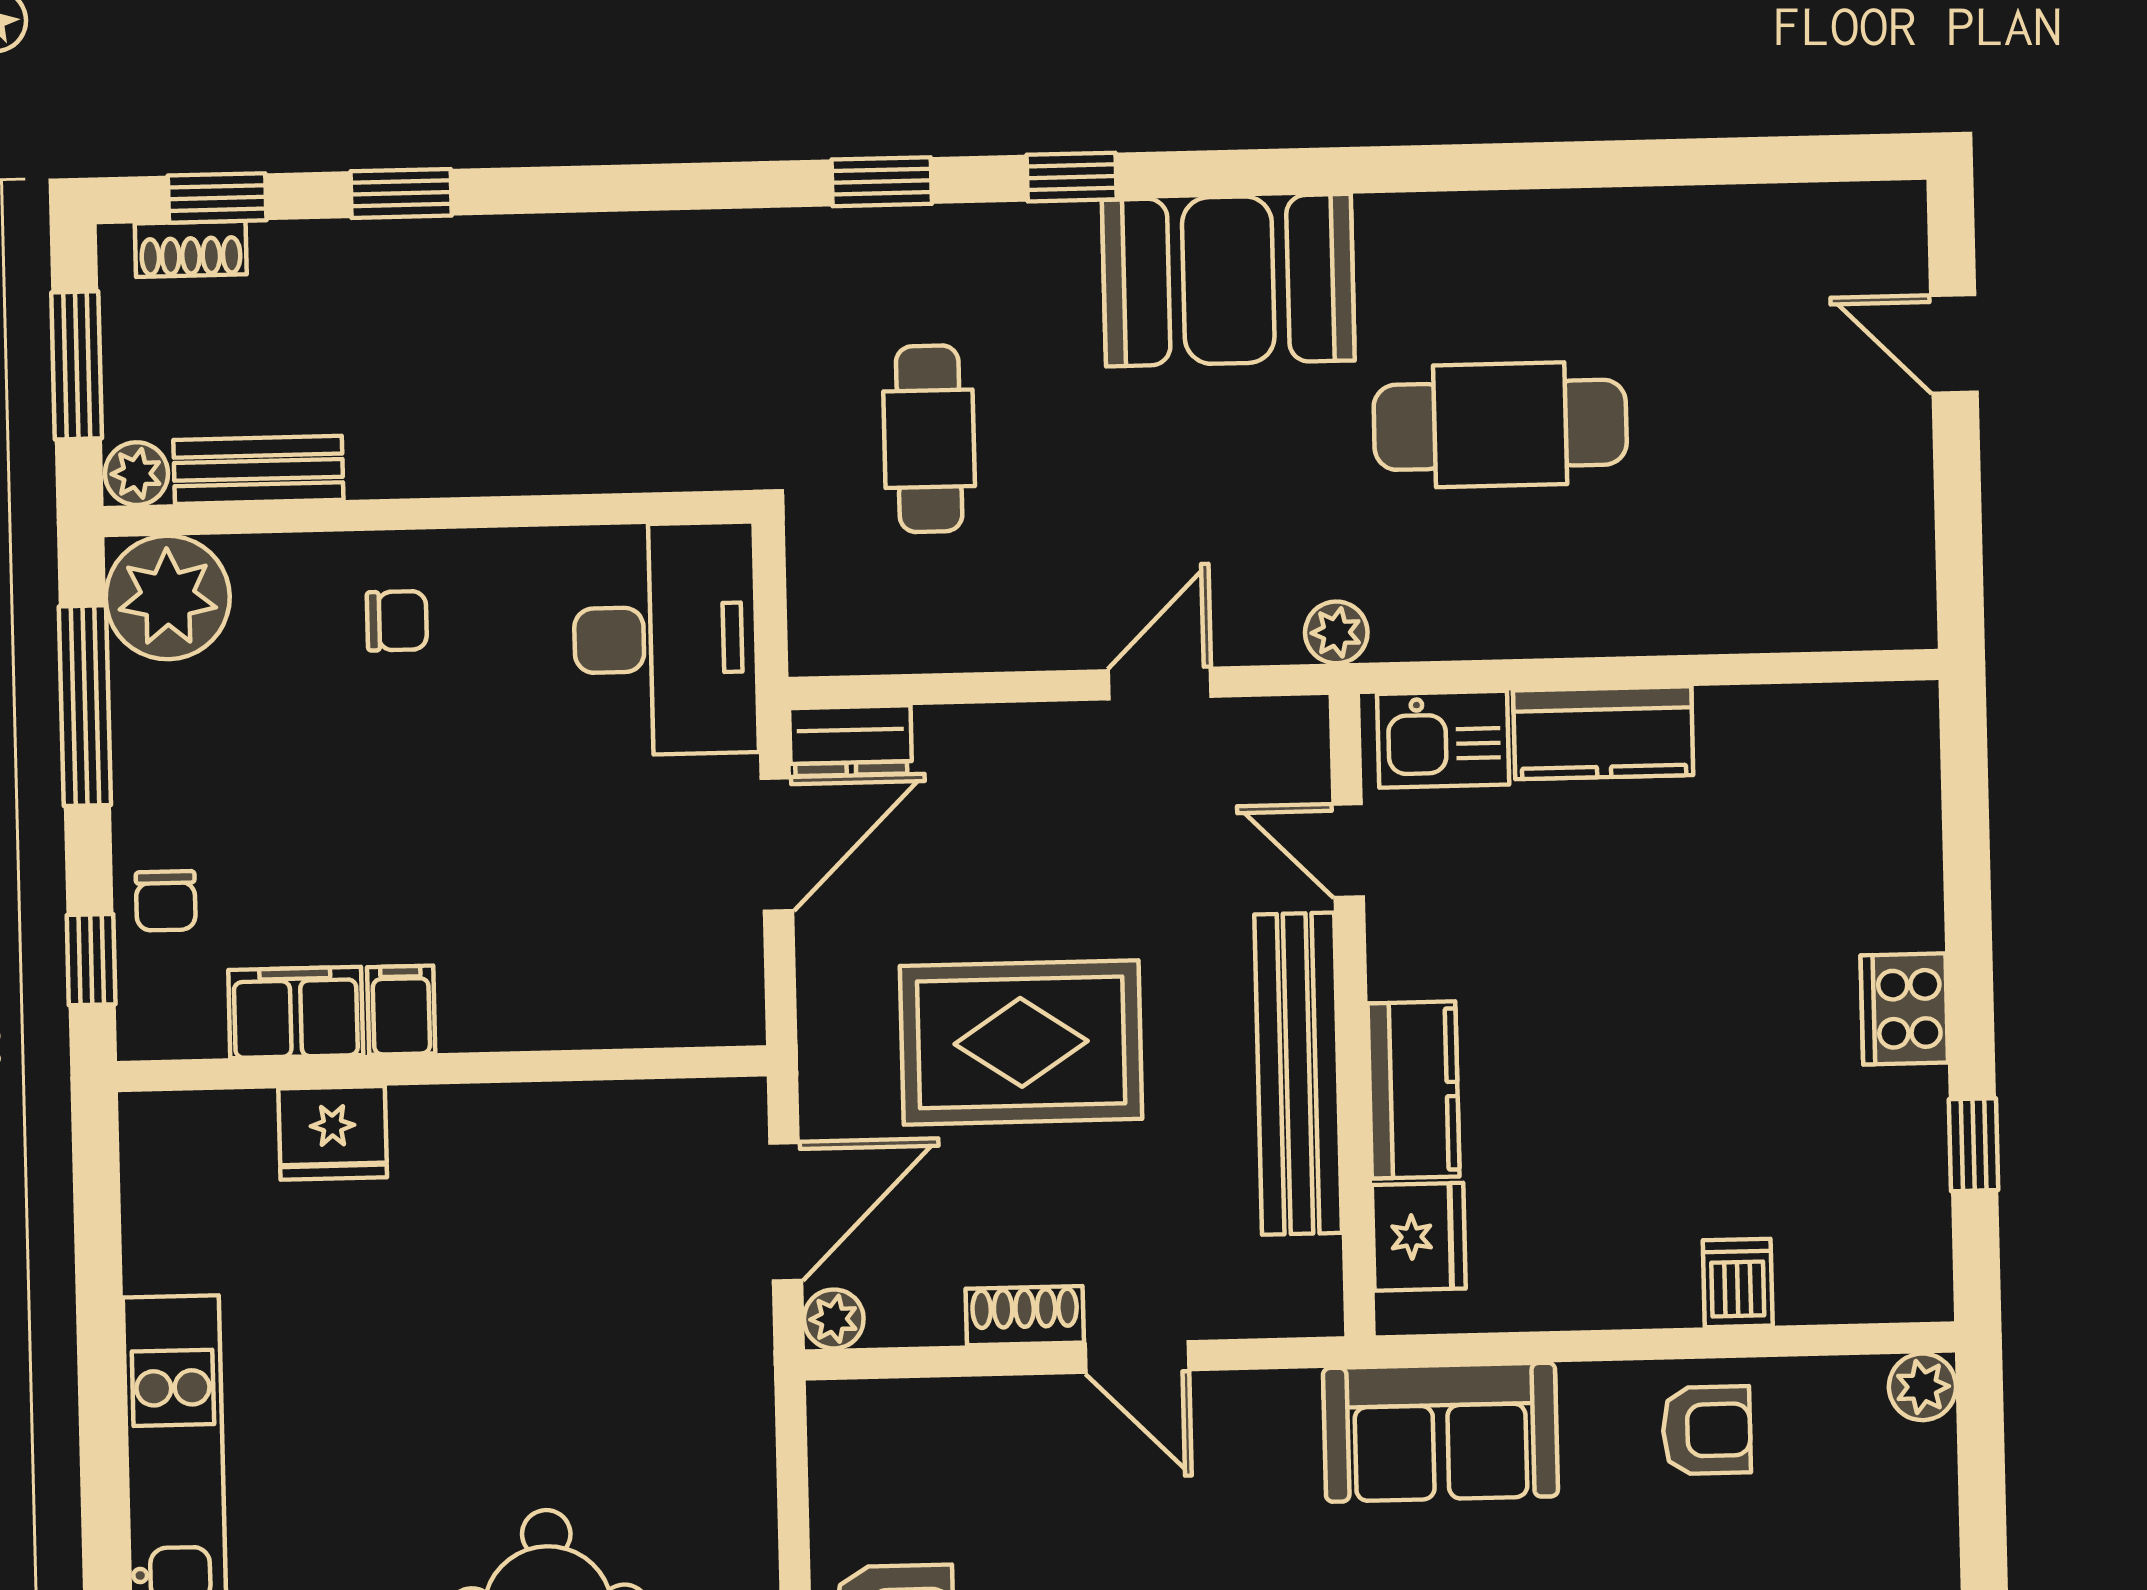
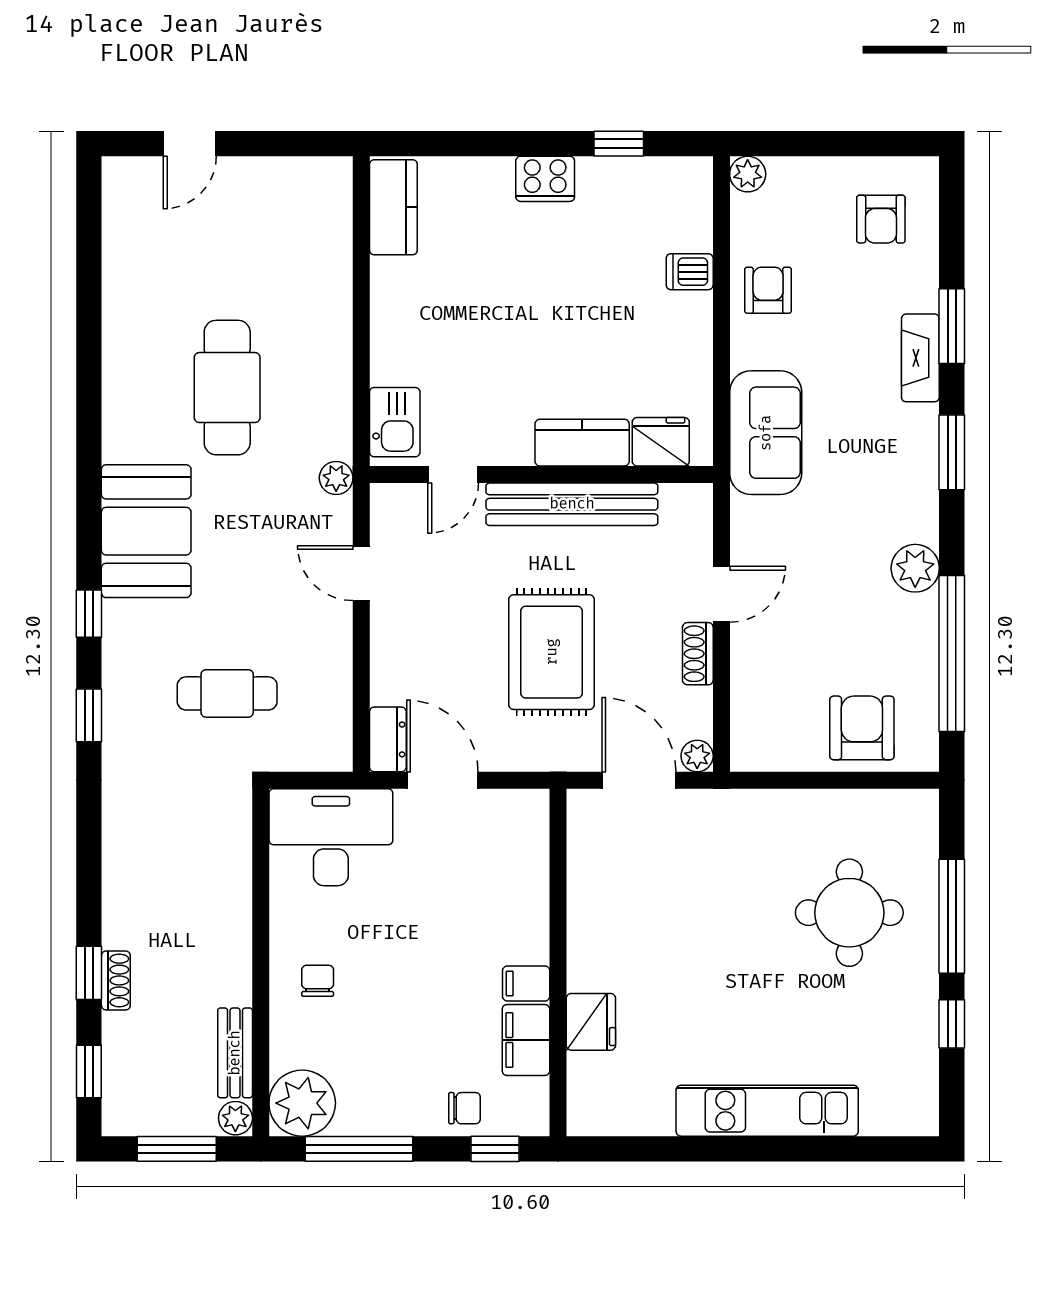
shoe rack: (191, 249) -> (116, 980), moved
kitchen counter: (1603, 733) -> (393, 207), moved

